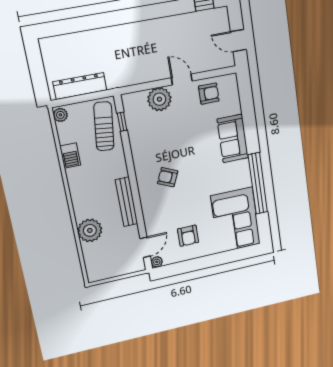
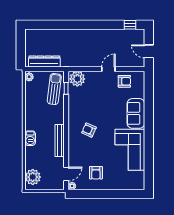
door: (182, 79) -> (108, 69), hinge flipped
plant: (159, 99) -> (77, 79), moved
barbecue: (70, 155) -> (30, 138), moved
window: (258, 183) -> (149, 147), removed
corner sofa: (236, 220) -> (130, 150), moved
plant: (90, 230) -> (33, 177), moved

